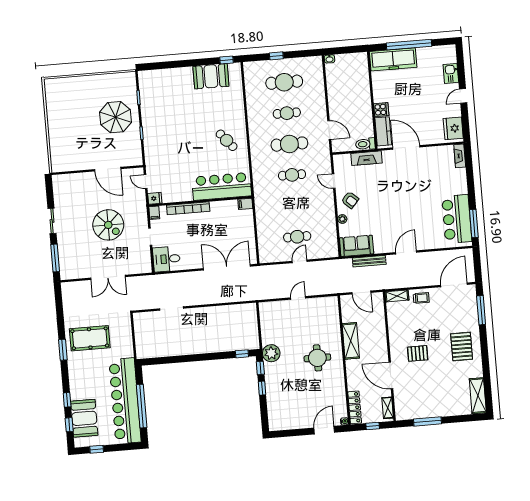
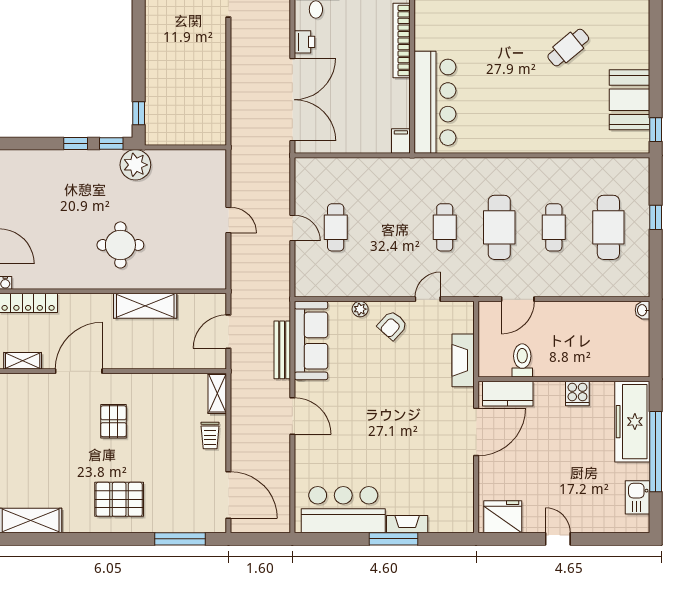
kitchen sink: (451, 73) -> (638, 497), moved, turned -90
cooker: (381, 110) -> (577, 393), moved
cafe table: (227, 140) -> (568, 48), moved
toilet: (365, 144) -> (522, 360), moved
fireplace: (460, 156) -> (407, 524), moved
window: (474, 223) -> (394, 539), moved
sofa: (357, 246) -> (311, 341), width x1.36
printer: (194, 263) -> (304, 42), added

